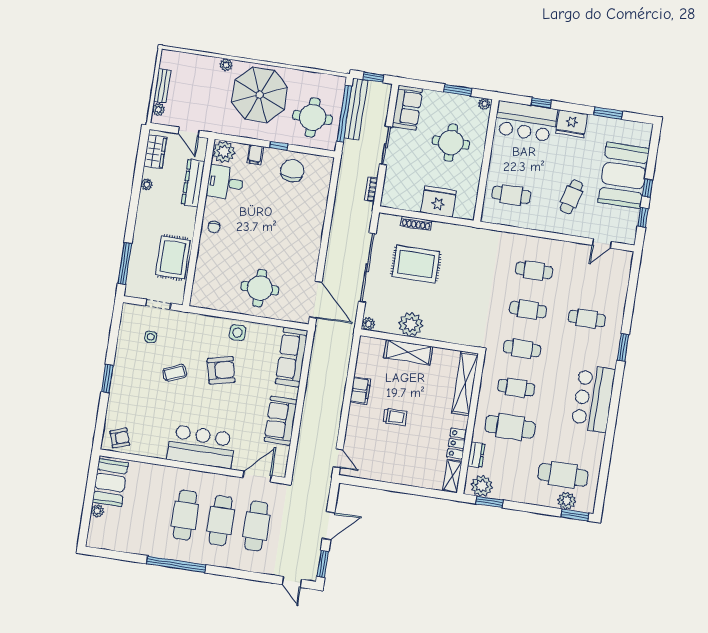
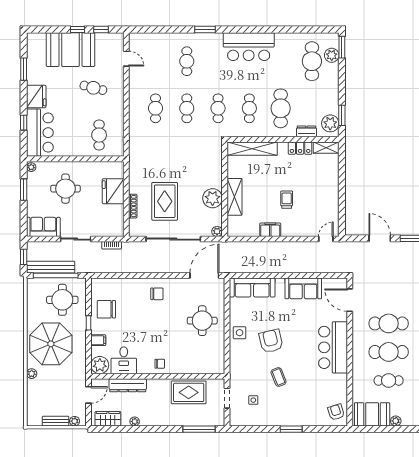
chair: (302, 237) -> (157, 294), added
cafe table: (256, 526) -> (389, 381), moved, width x0.73, depth x0.74

